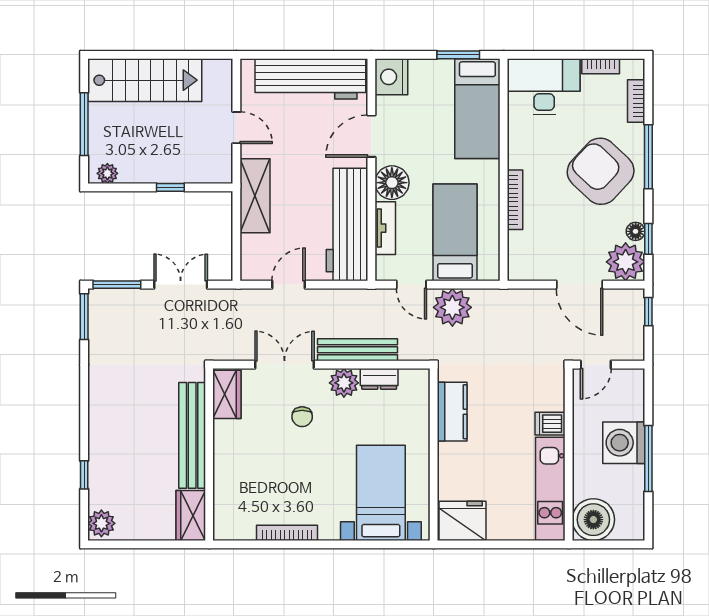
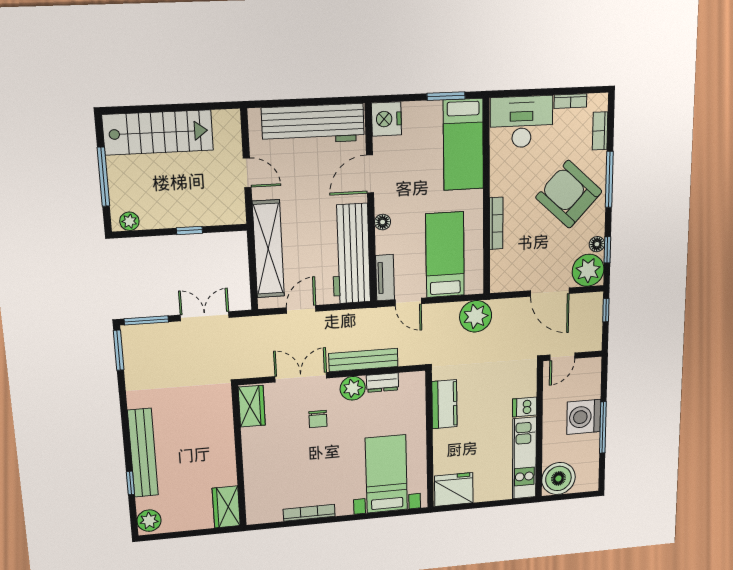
floor lamp: (392, 183) -> (383, 222), width x0.53, depth x0.53
shelving: (255, 196) -> (268, 249), width x1.47
tv unit: (385, 228) -> (385, 278), moved
plant: (452, 307) -> (476, 316), moved
bench: (192, 435) -> (143, 453), moved

